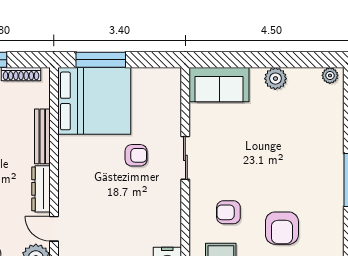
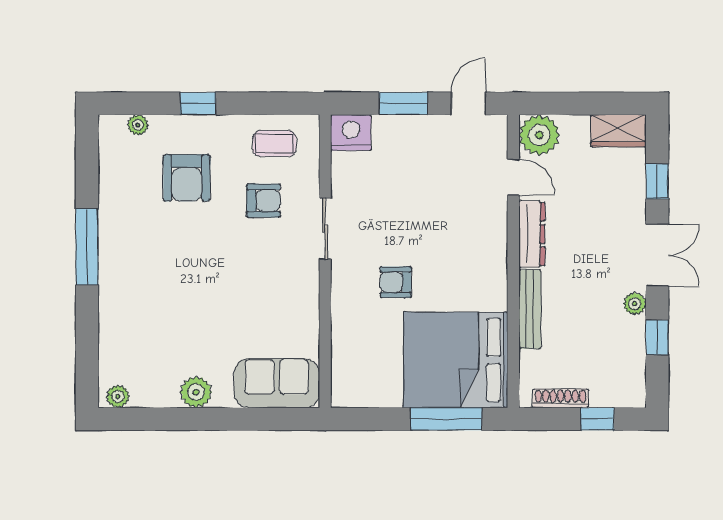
sliding door: (185, 158) -> (325, 229), moved
armchair: (282, 228) -> (187, 178), turned 180

